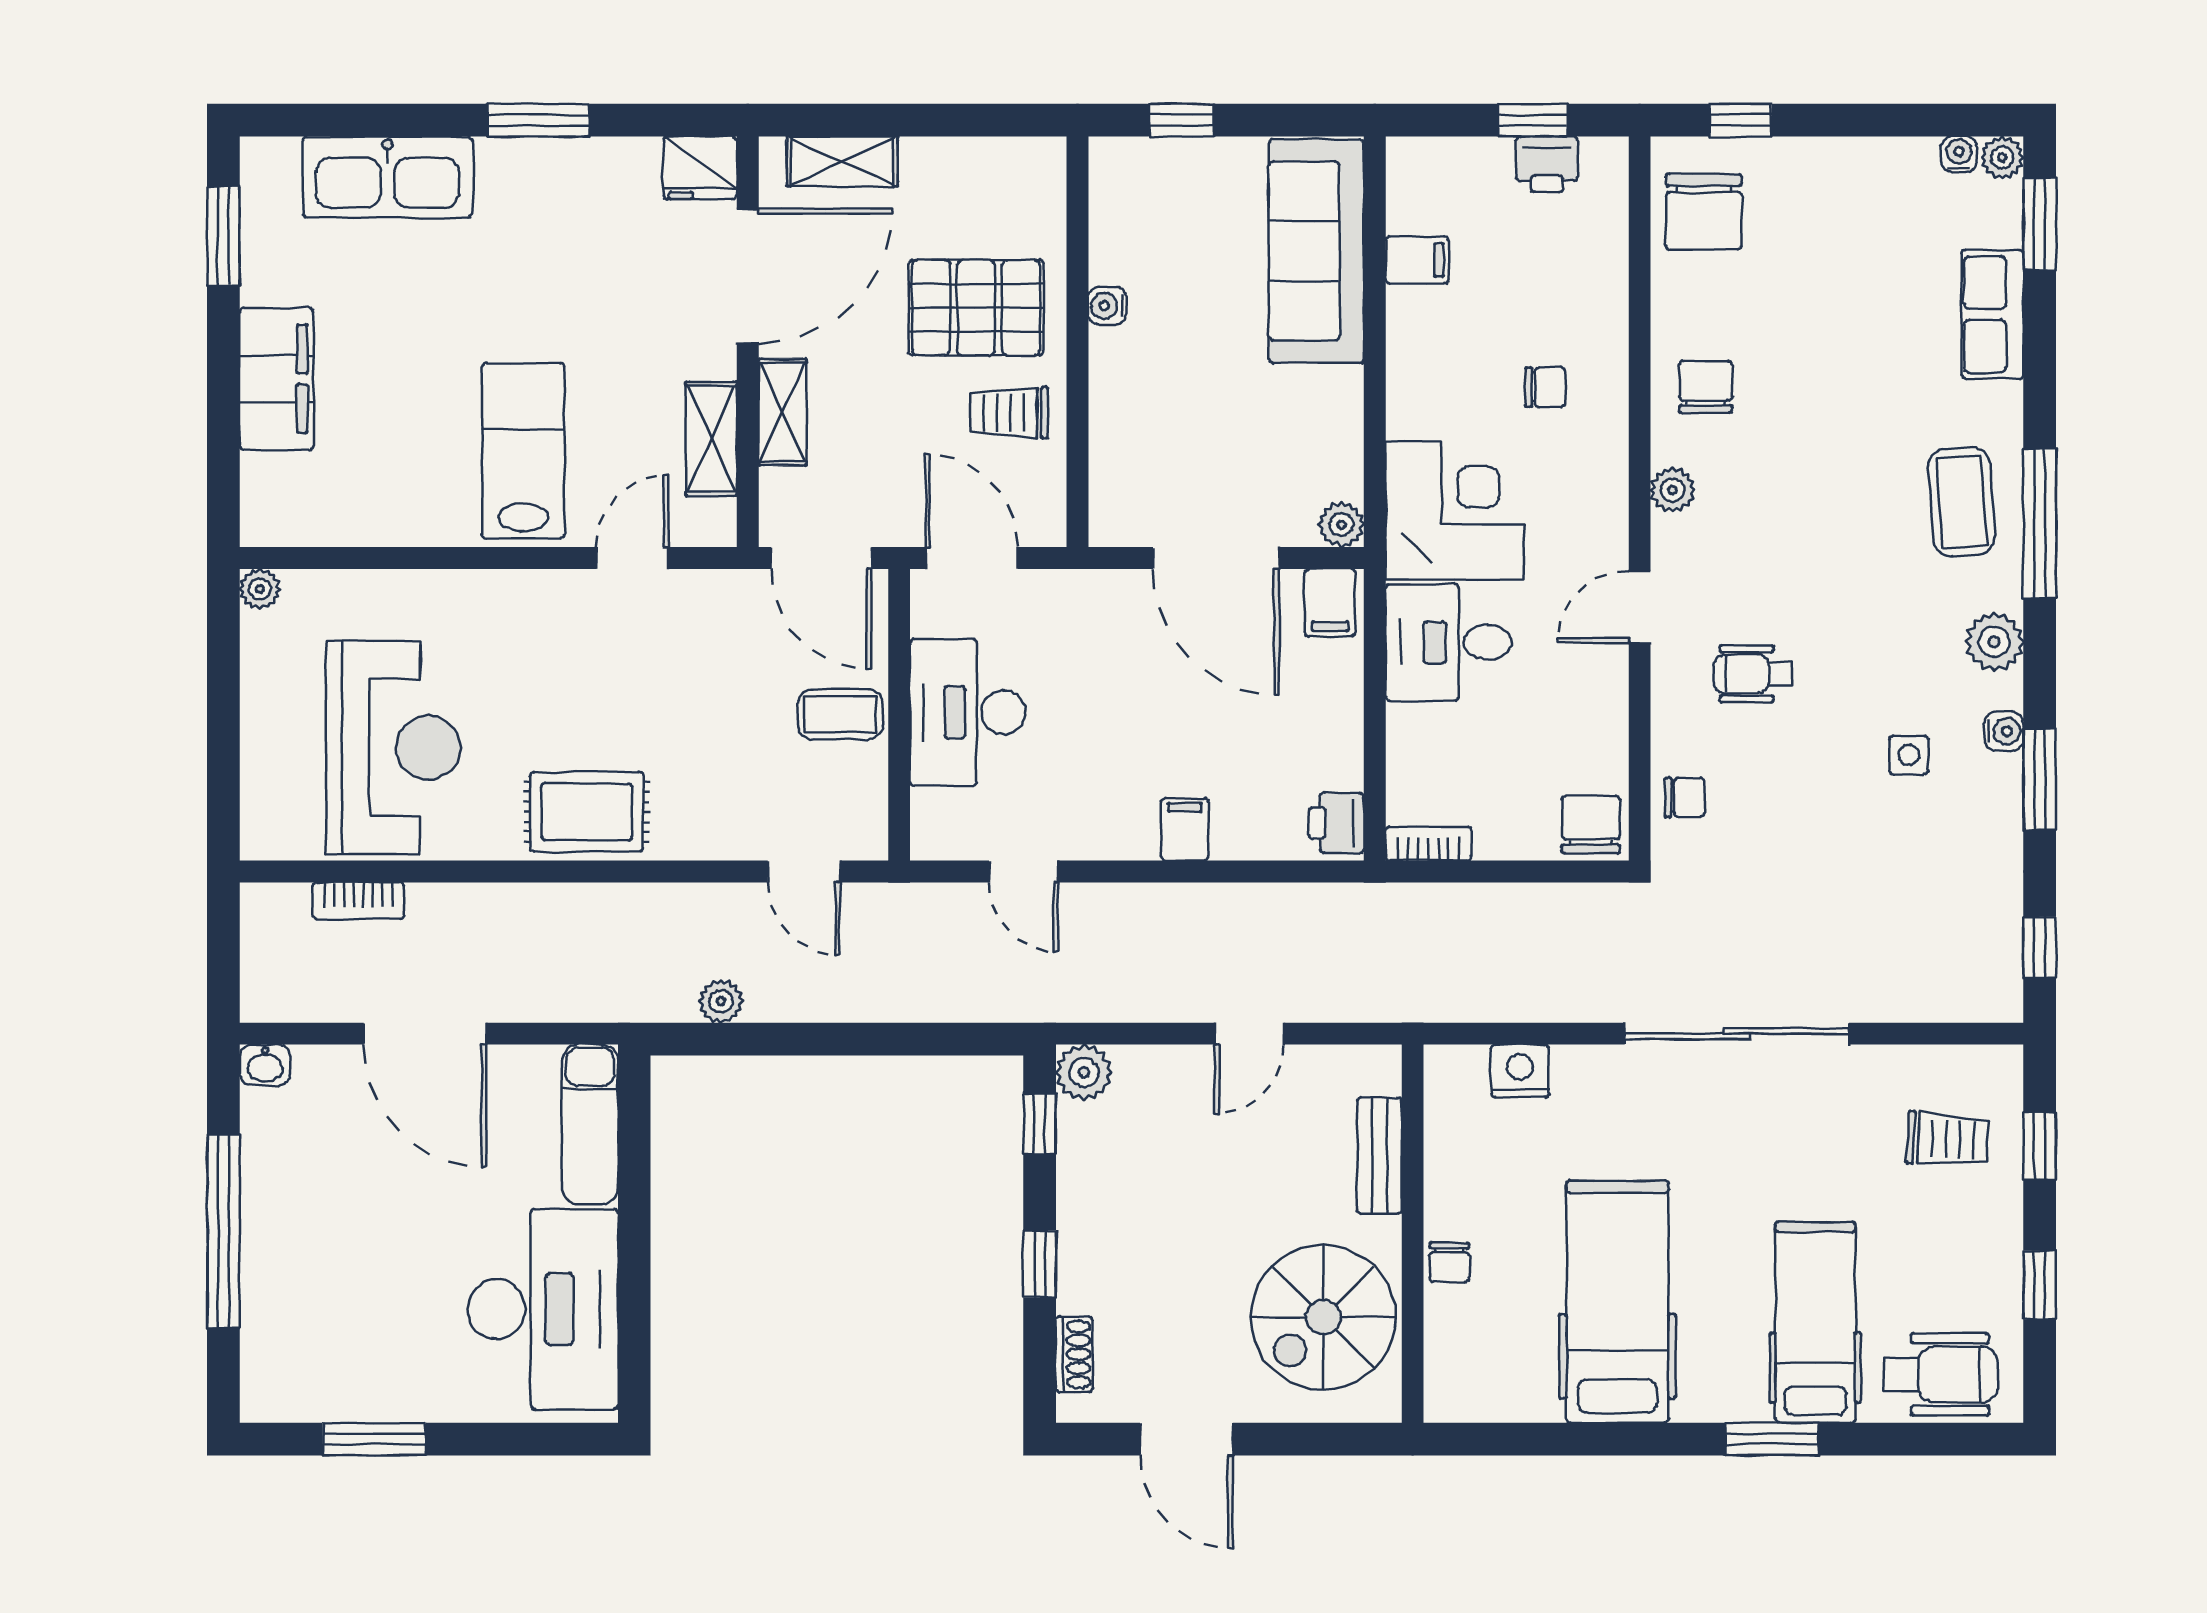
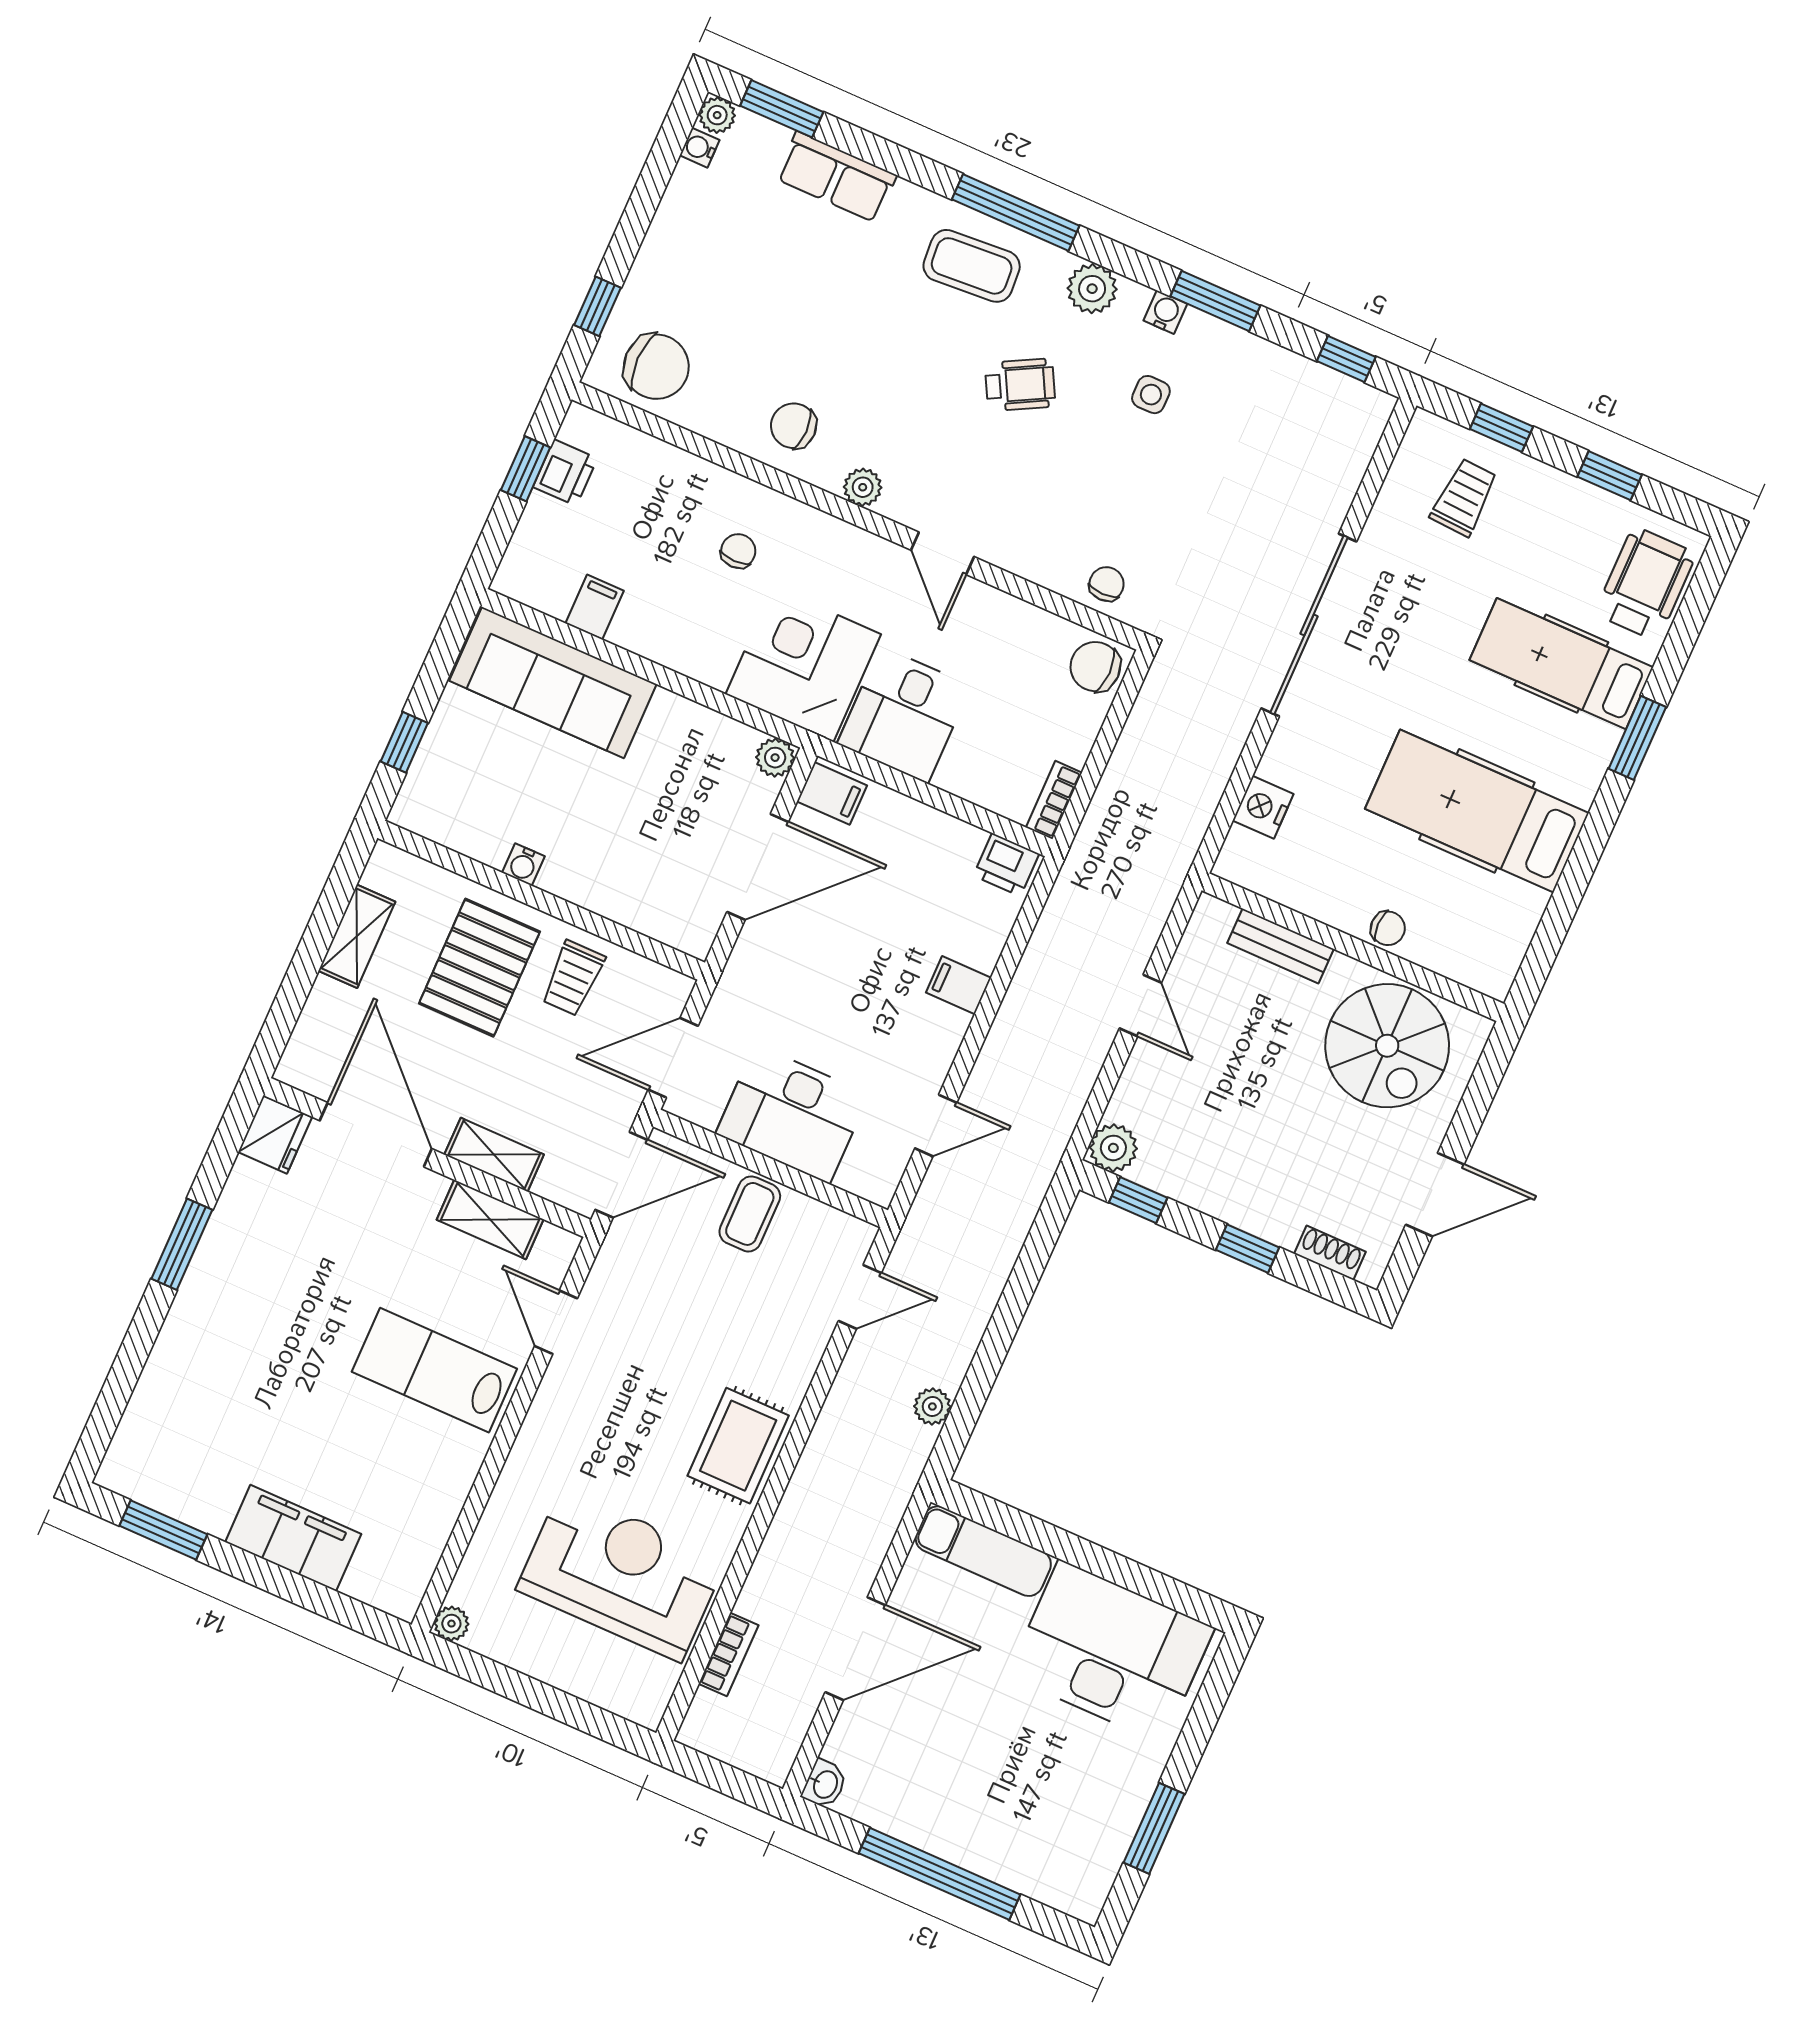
shelving: (842, 161) -> (357, 936), moved
kitchen sink: (388, 177) -> (174, 1382), removed
wheelchair: (1753, 674) -> (1020, 385), moved, turned -118

